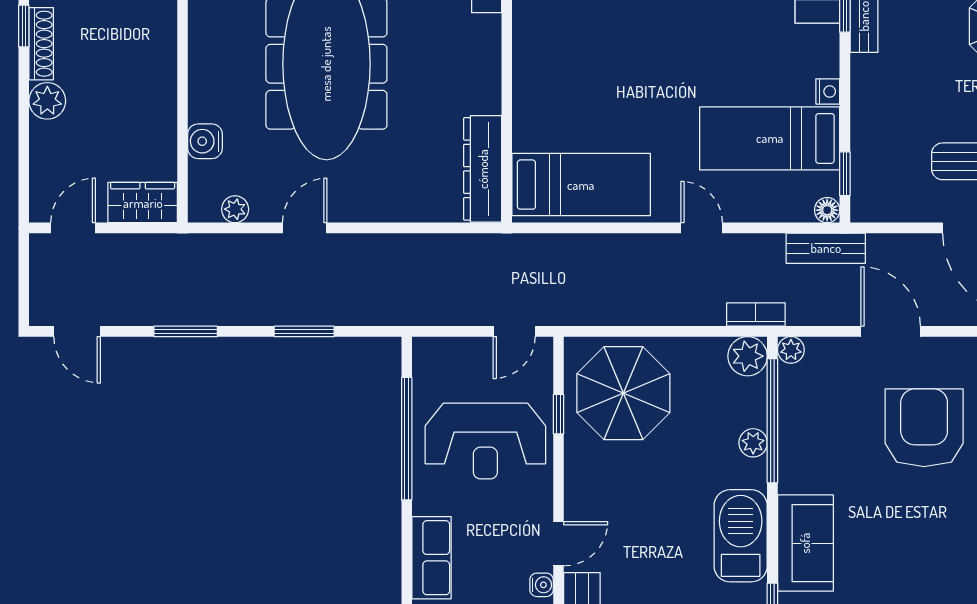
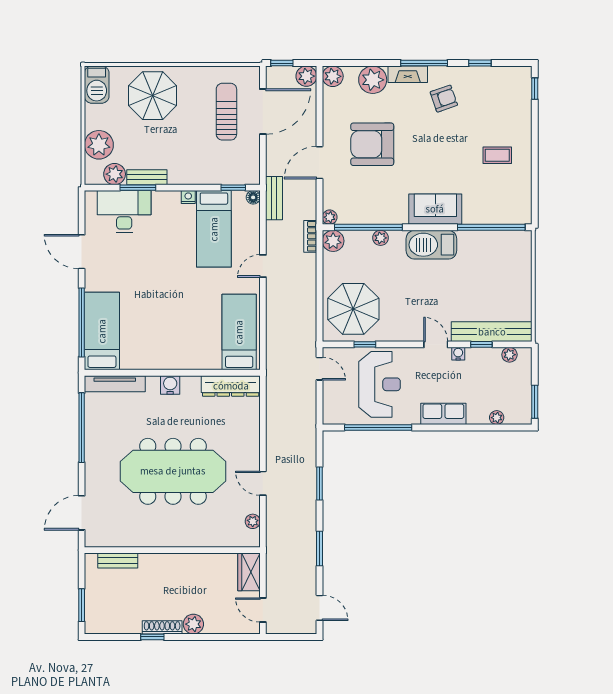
water cooler: (205, 141) -> (170, 385), moved, turned 180
door: (77, 331) -> (319, 608), hinge flipped

